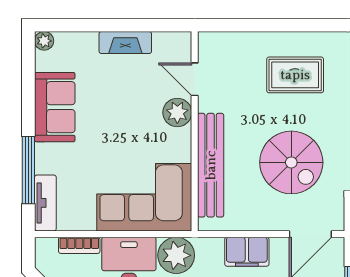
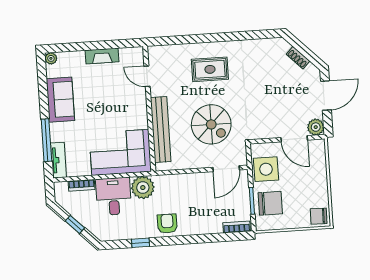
plant: (177, 112) -> (138, 98), removed
filing cabinet: (247, 252) -> (187, 182), removed

